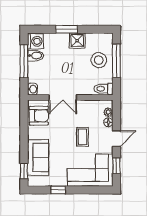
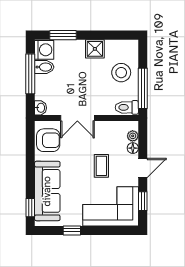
window: (67, 29) -> (63, 35), moved
window: (116, 61) -> (143, 88), moved
sofa: (38, 157) -> (47, 191), width x1.36

